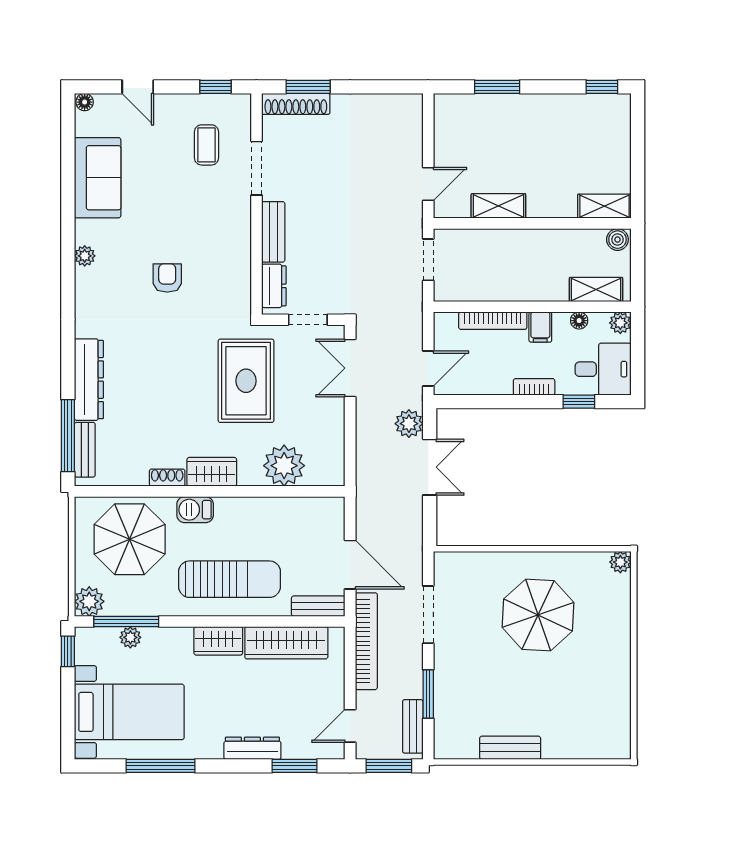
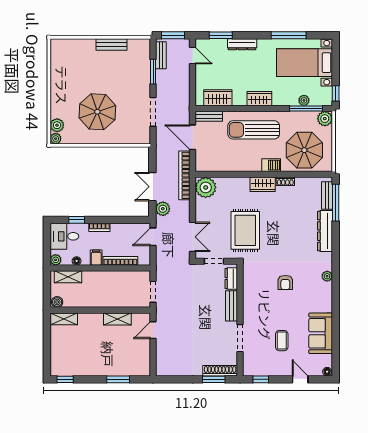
coffee table: (206, 145) -> (282, 341), moved
plant: (85, 256) -> (327, 276), moved
plant: (284, 466) -> (206, 187), moved
plant: (618, 588) -> (57, 125), added
bookcase: (366, 641) -> (184, 175), moved
wardrobe: (286, 643) -> (218, 98), width x0.67
door: (350, 726) -> (193, 56), hinge flipped

